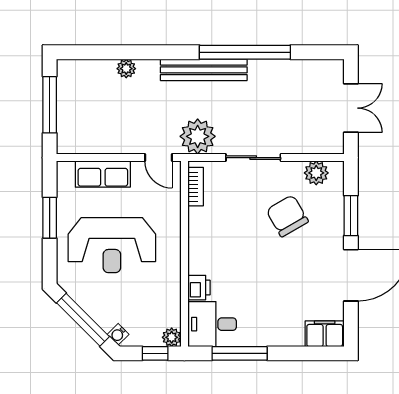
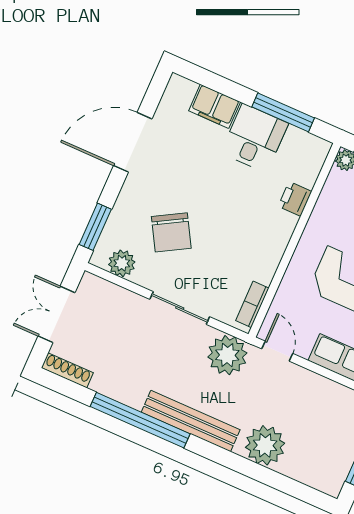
shoe rack: (322, 67) -> (67, 370), added
plant: (126, 69) -> (265, 445), width x1.87, depth x1.87
window: (351, 216) -> (95, 227), moved
desk: (212, 324) -> (255, 138), moved, turned -90
filing cabinet: (325, 334) -> (215, 106), moved

